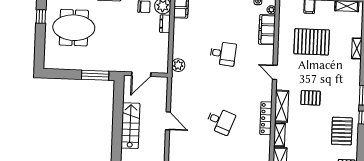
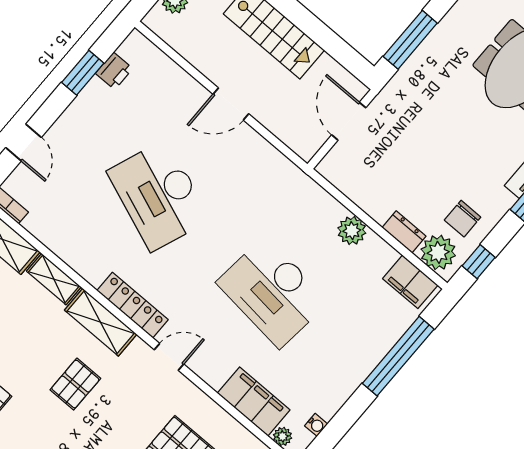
desk: (223, 54) -> (272, 292), width x1.87, depth x1.30
plant: (178, 65) -> (352, 231), moved
locker: (266, 118) -> (133, 305), moved
desk: (220, 121) -> (159, 195), width x1.87, depth x1.30

